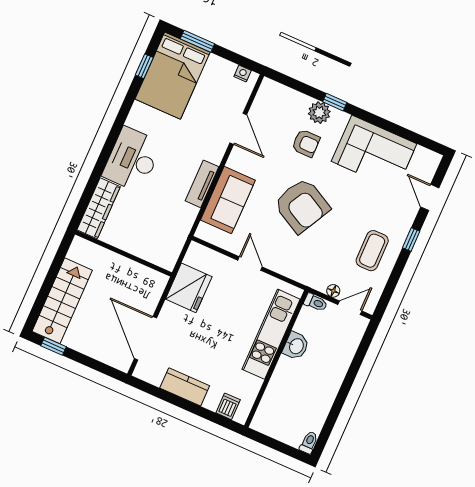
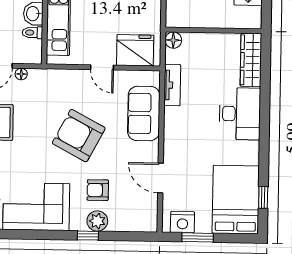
window: (197, 41) -> (198, 237), moved
nightstand: (243, 73) -> (182, 222), width x1.89, depth x1.79
tv unit: (202, 184) -> (172, 85), moved
floor lamp: (168, 261) -> (173, 40), added
fridge: (189, 288) -> (135, 50), moved, turned 90
toilet: (316, 302) -> (33, 33), moved

